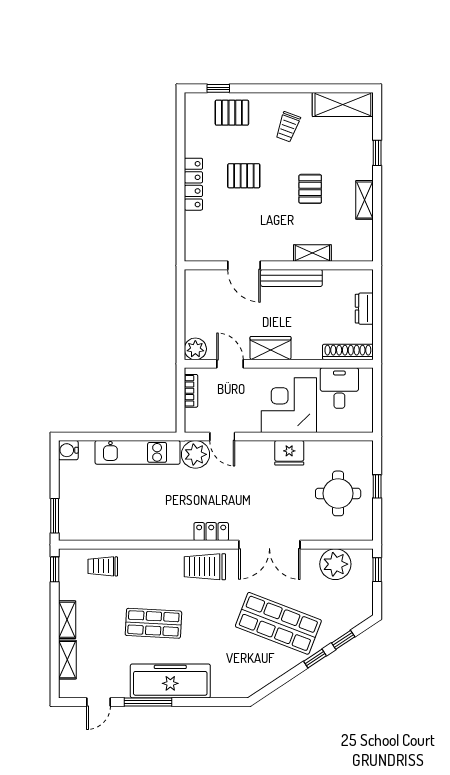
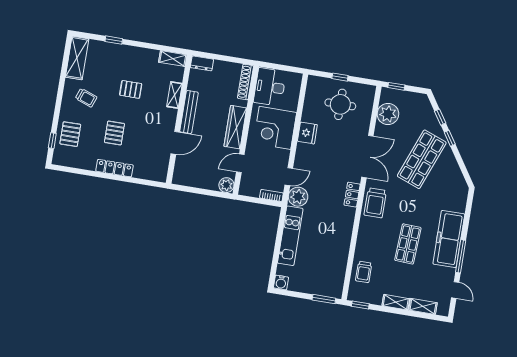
shelving: (364, 200) -> (173, 59), moved
dresser: (364, 309) -> (202, 63), moved
wardrobe: (270, 348) -> (235, 127), width x1.50
desk: (339, 388) -> (270, 87), width x1.37
bookcase: (191, 391) -> (271, 195), moved

